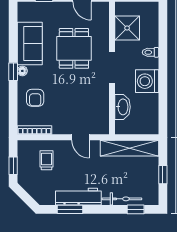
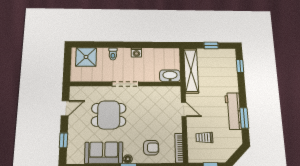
shower: (127, 28) -> (86, 57), moved
washing machine: (147, 81) -> (136, 53), width x0.53, depth x0.53
washbasin: (123, 107) -> (170, 76), moved
door: (81, 137) -> (184, 109), hinge flipped
bicycle: (122, 199) -> (232, 77), removed

